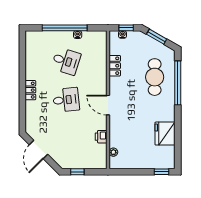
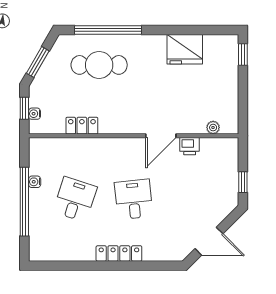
locker: (30, 90) -> (119, 253), width x1.53
door: (108, 105) -> (161, 136), moved

